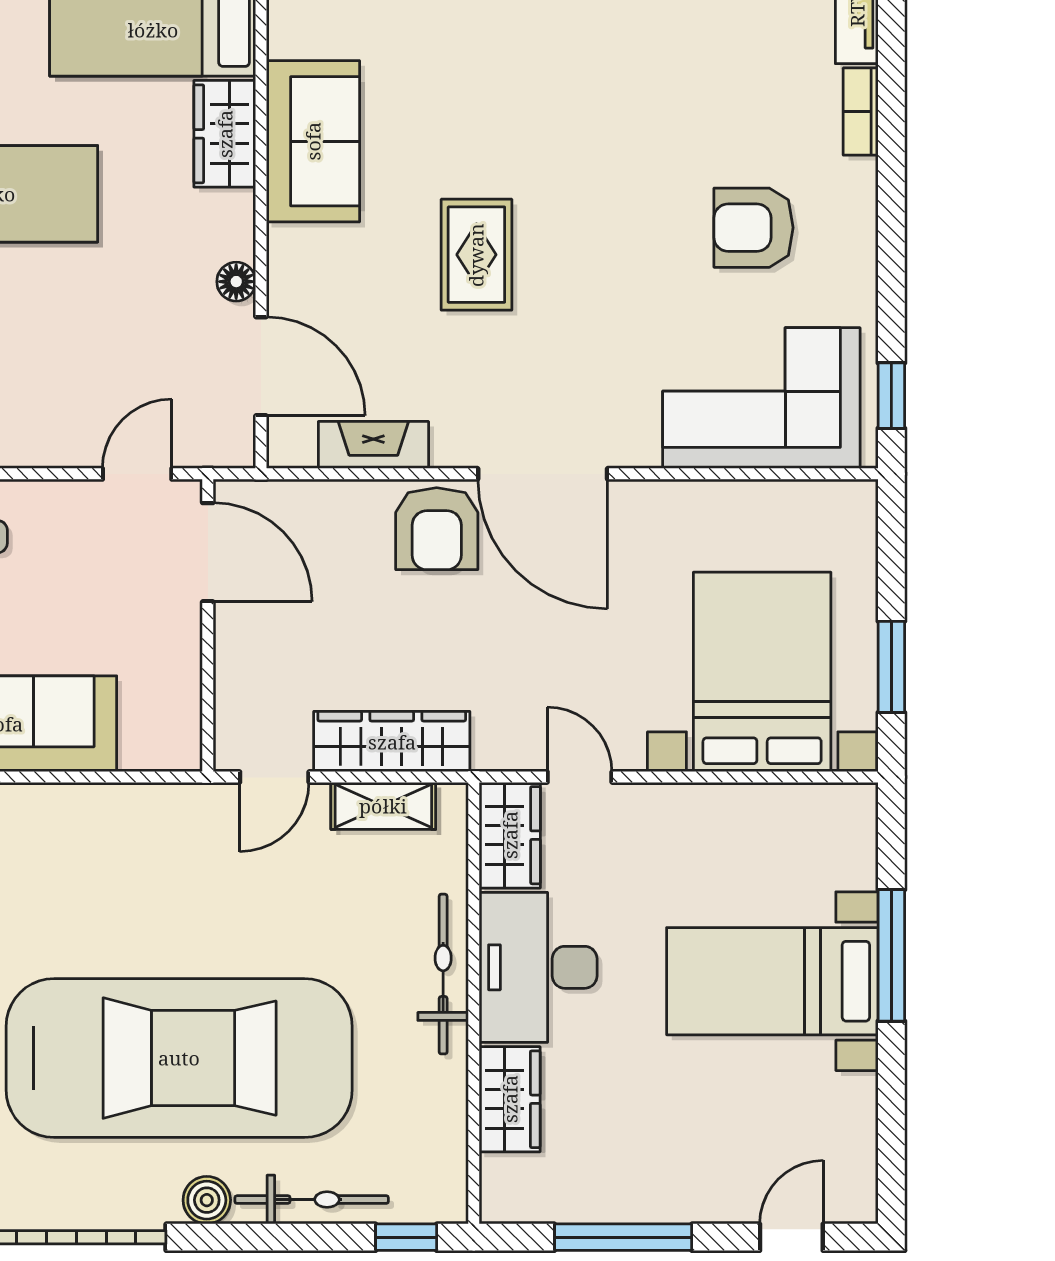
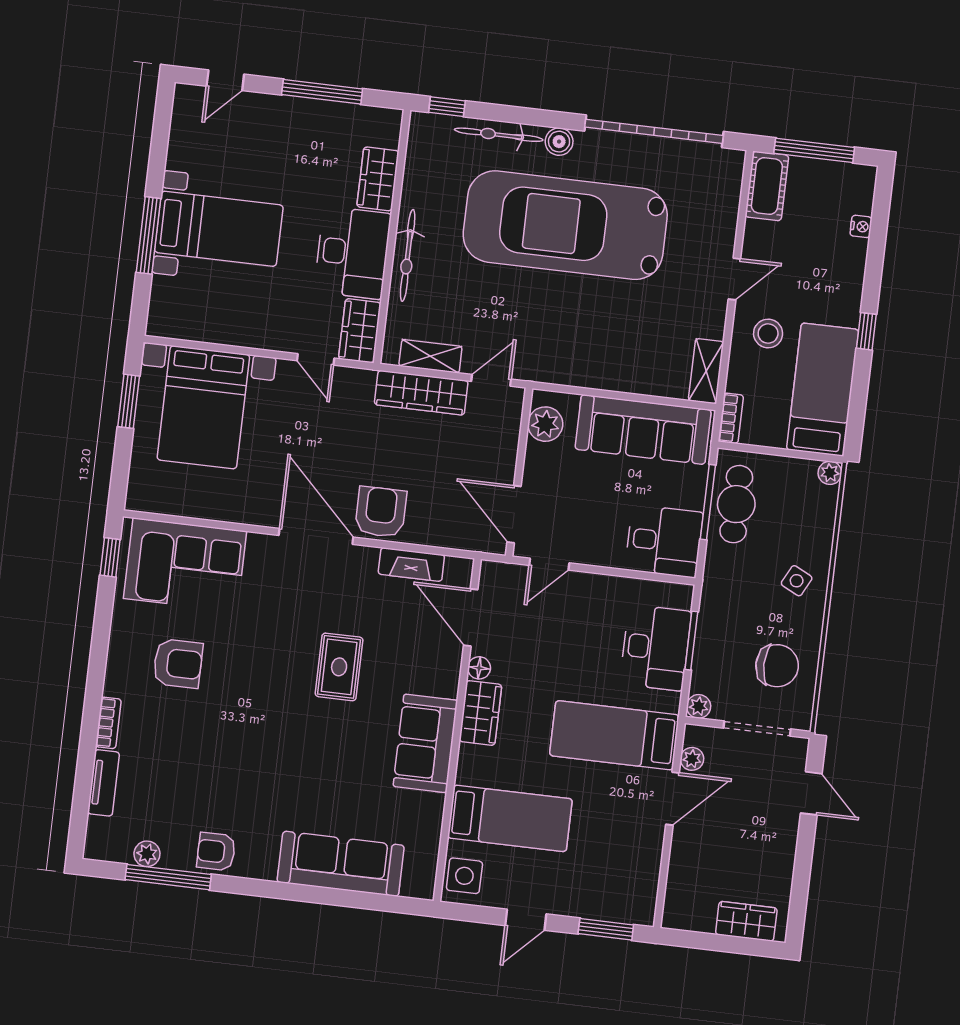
wardrobe: (225, 134) -> (480, 713), moved
plant: (173, 713) -> (545, 424), added

